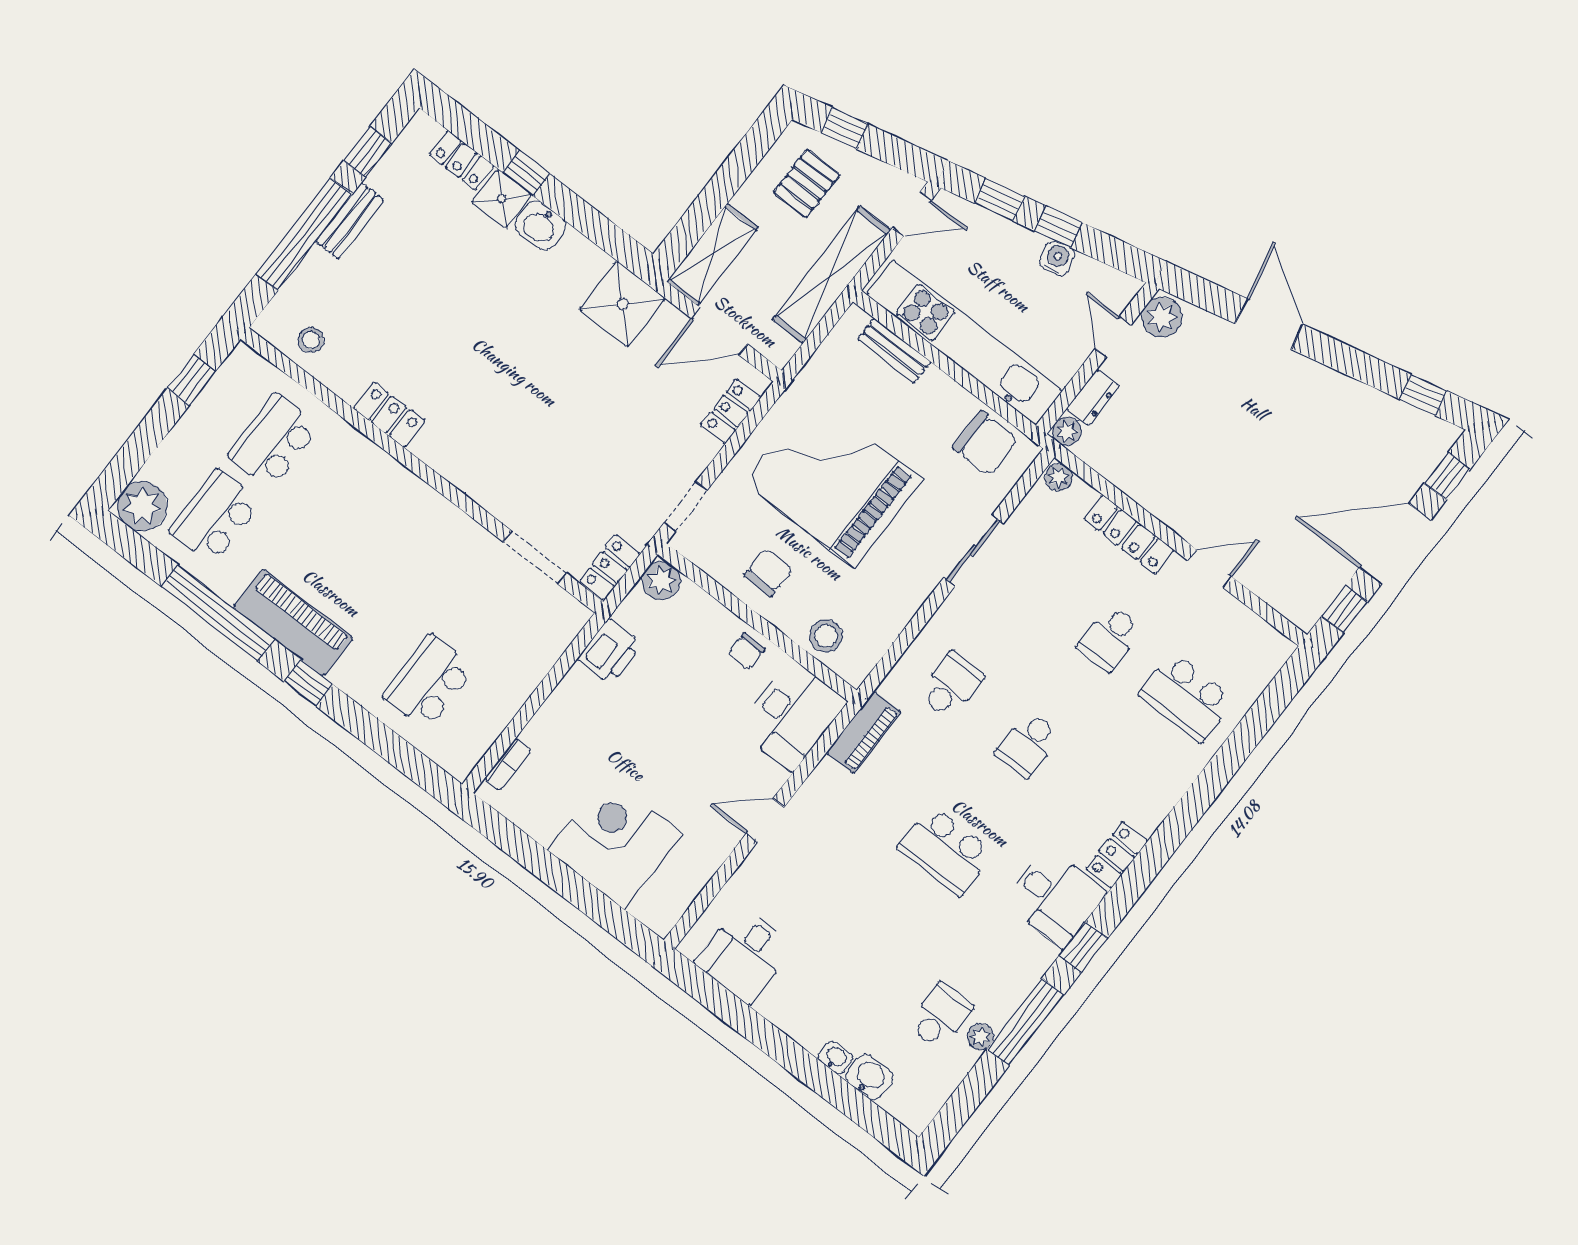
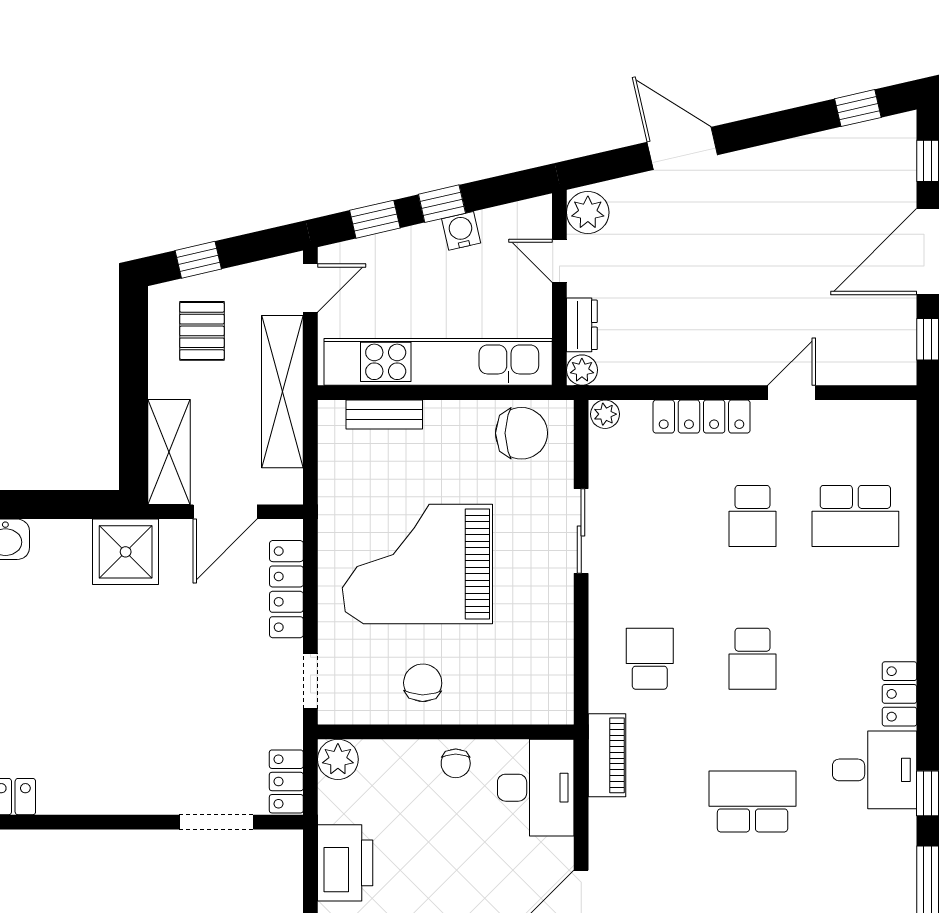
locker: (731, 411) -> (286, 589), width x1.53
stool: (826, 636) -> (513, 699), removed
printer: (610, 651) -> (345, 863), width x1.37, depth x1.19
school desk: (946, 850) -> (753, 801), turned 180

